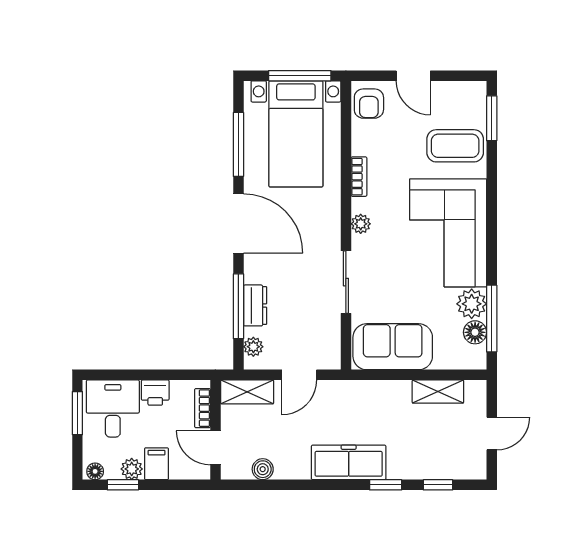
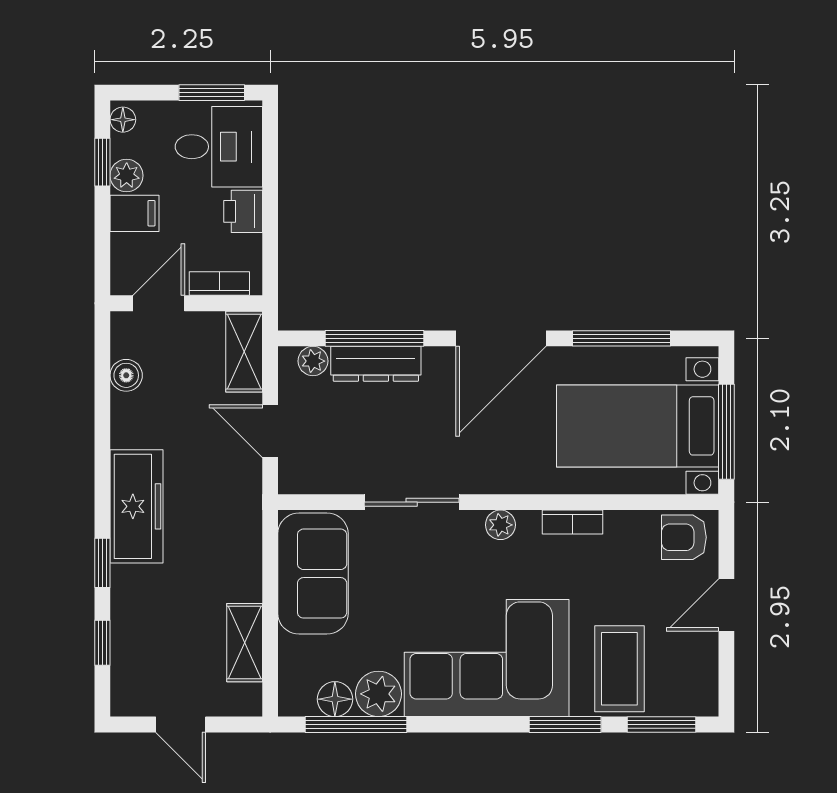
window: (492, 181) -> (565, 725), added
dresser: (255, 305) -> (376, 364), width x1.44

